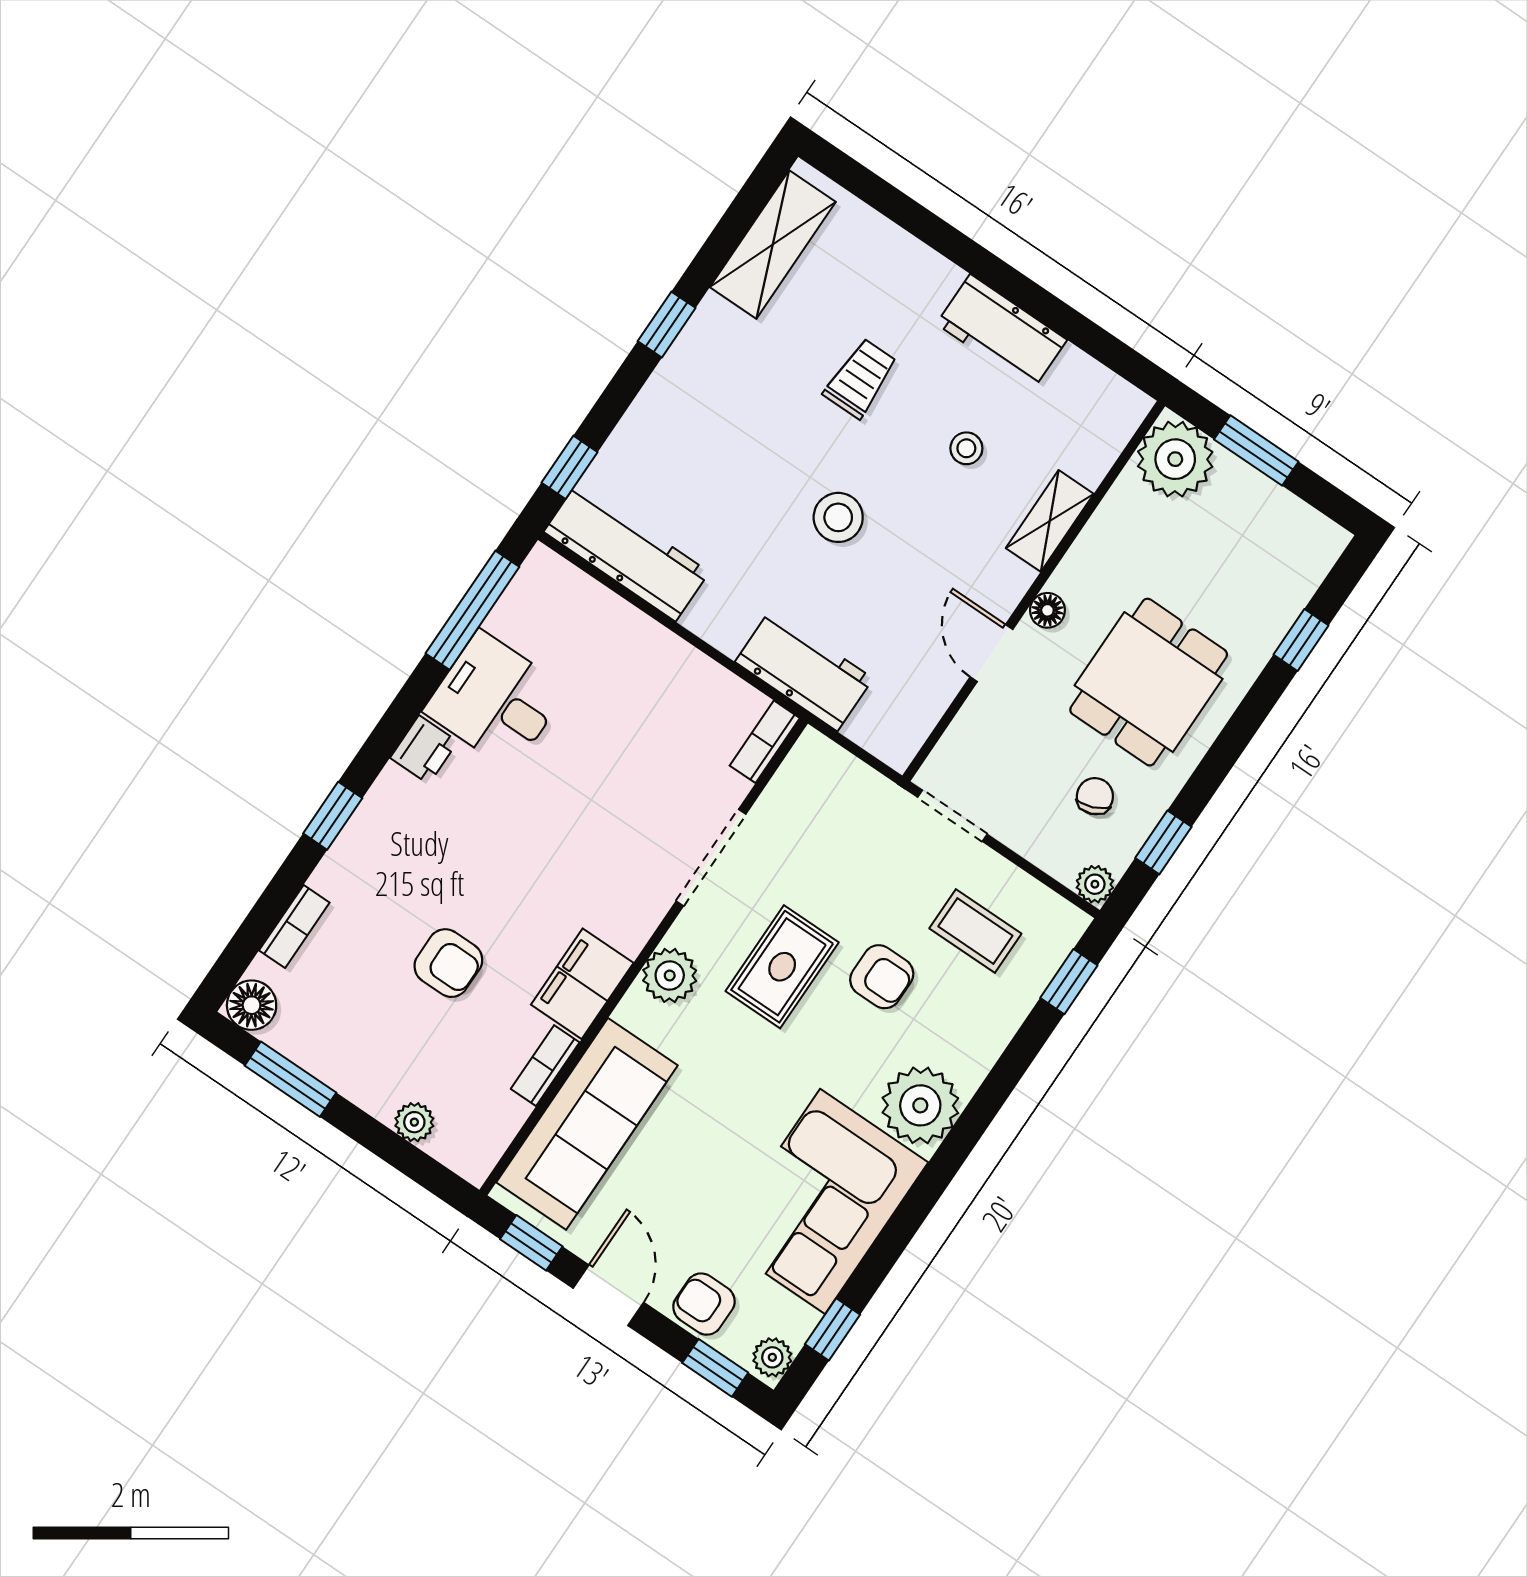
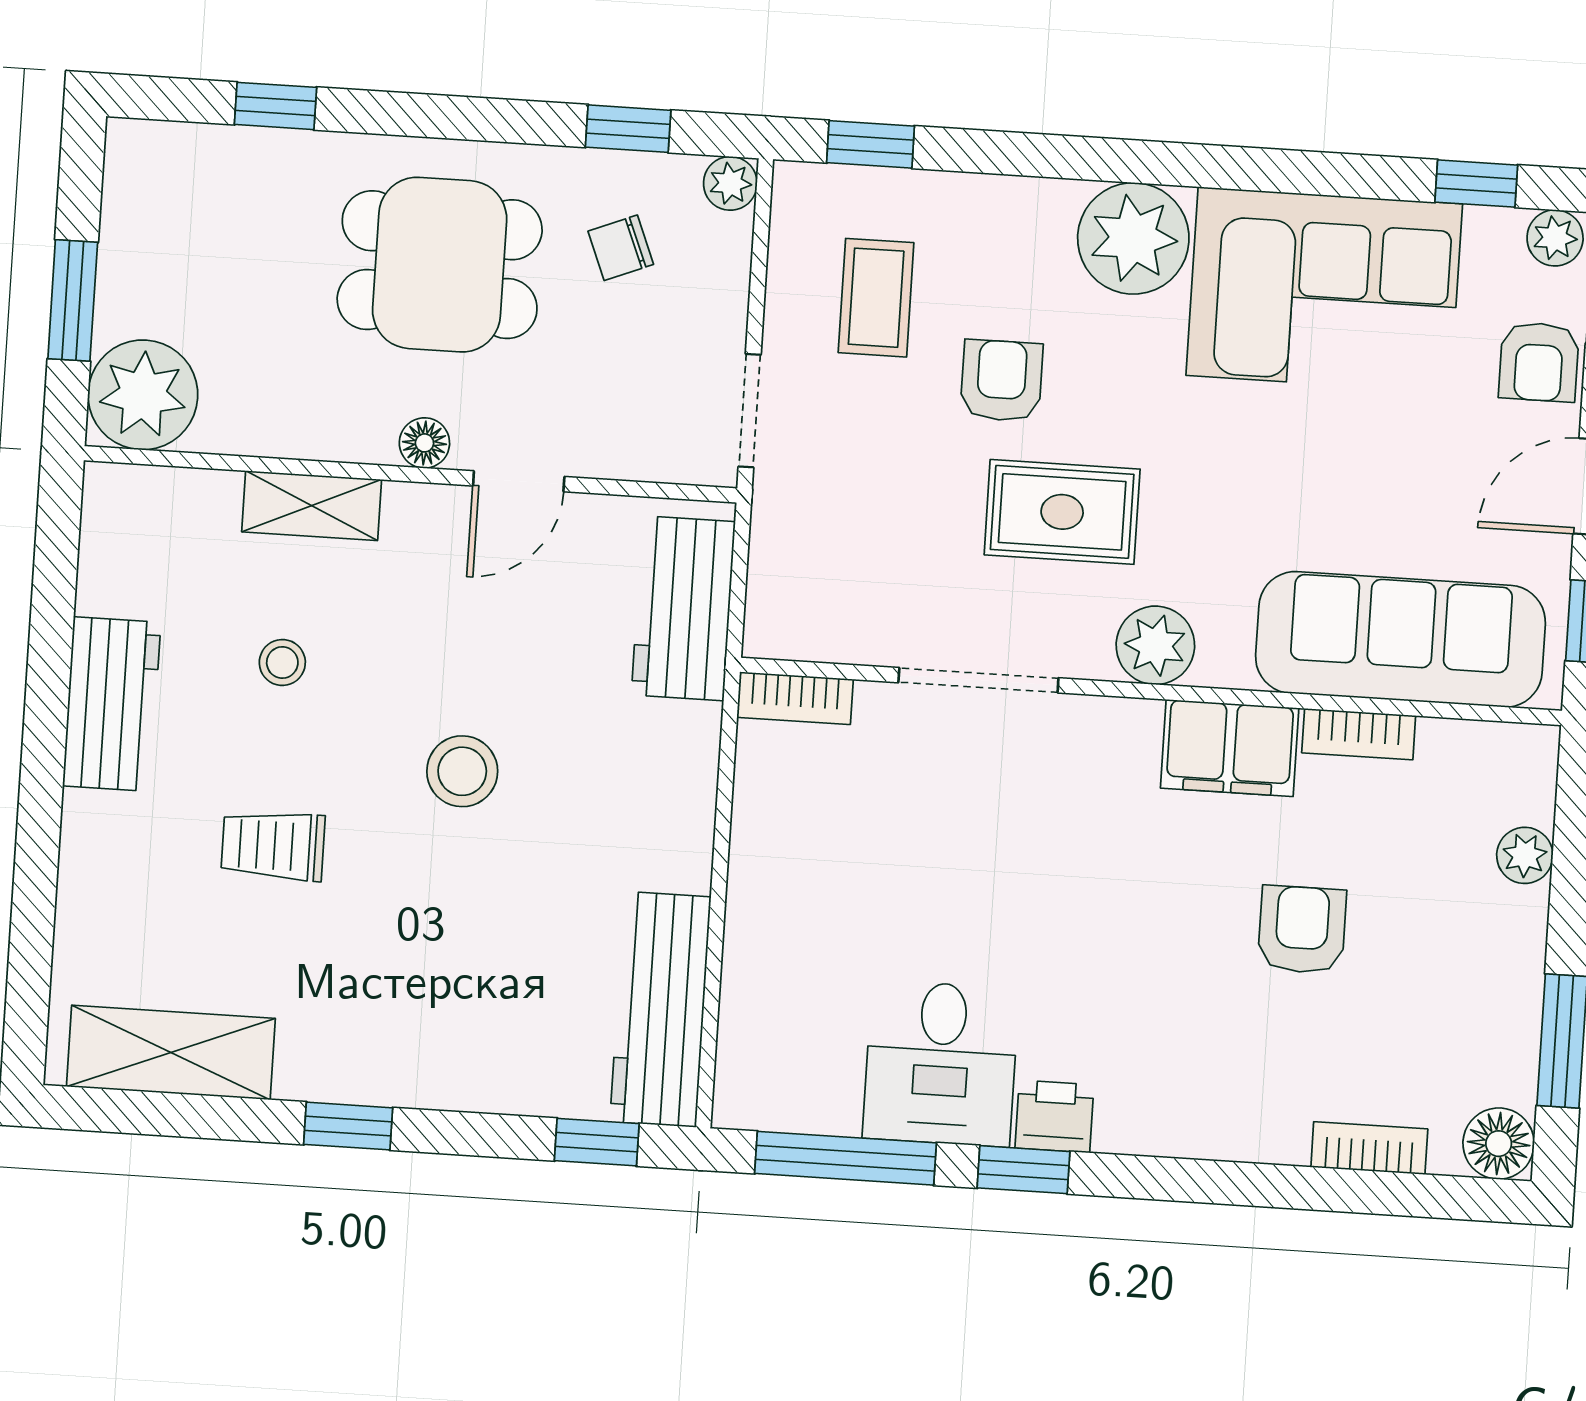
workbench: (804, 670) -> (683, 608), moved
window: (333, 816) -> (1024, 1170), moved

